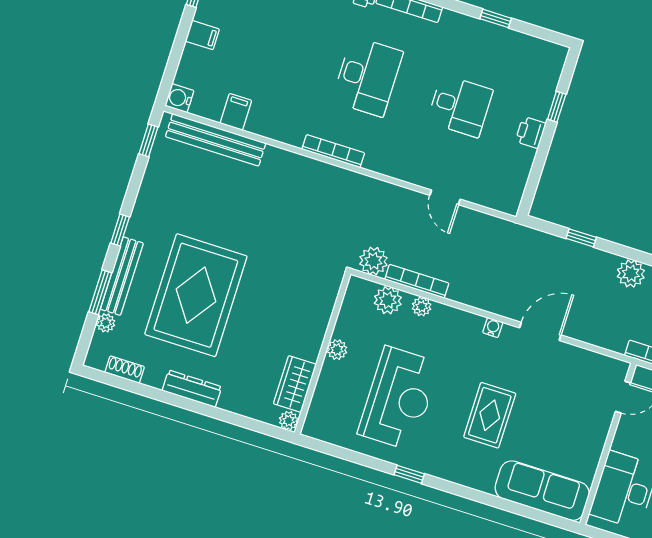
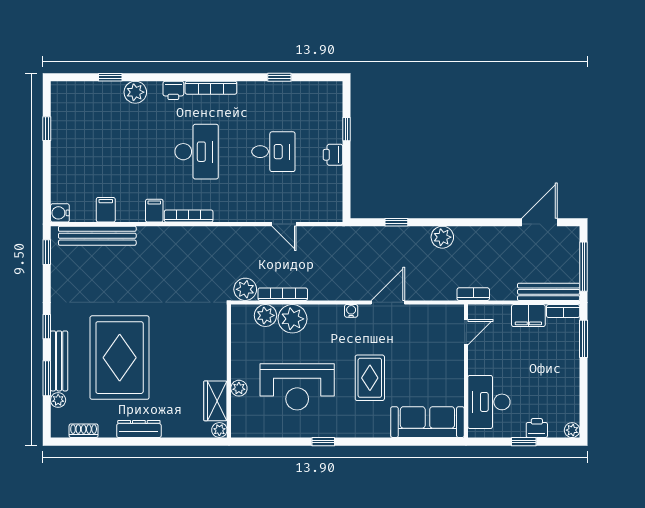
filing cabinet: (202, 35) -> (154, 211), moved, turned -90
plant: (422, 307) -> (292, 319), width x1.88, depth x1.88
plant: (337, 350) -> (239, 388), moved
reception desk: (399, 398) -> (297, 387), turned 90

